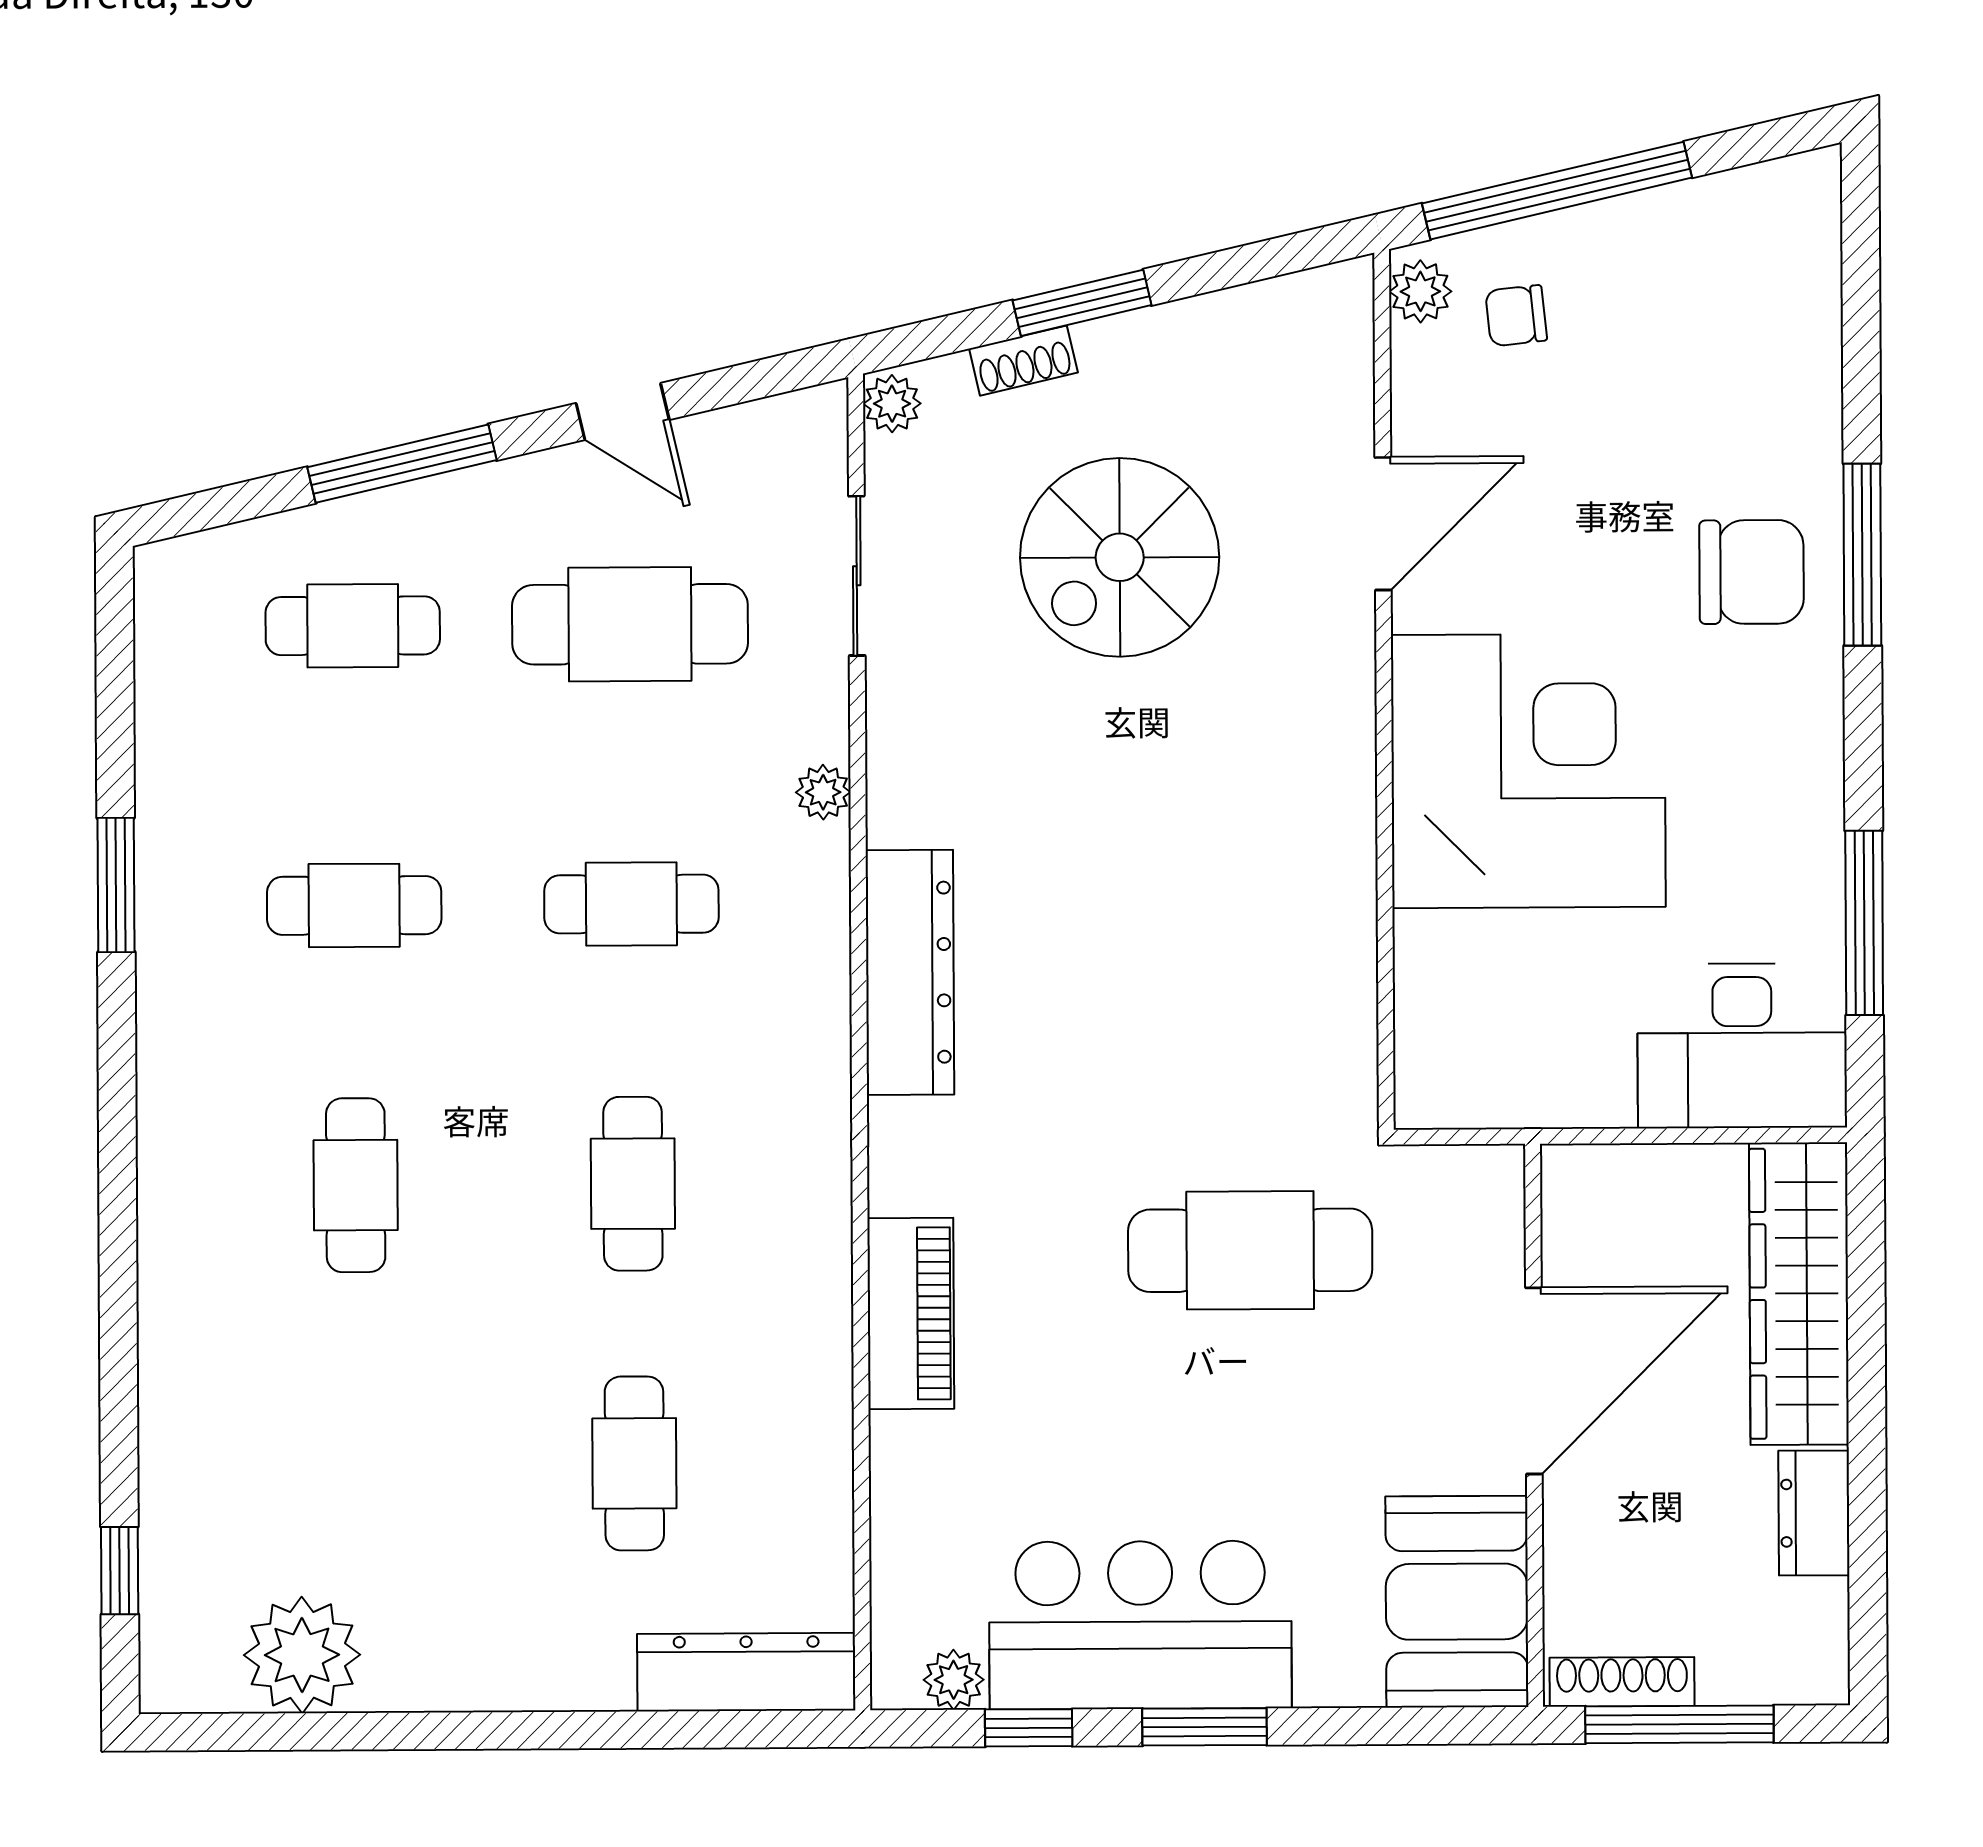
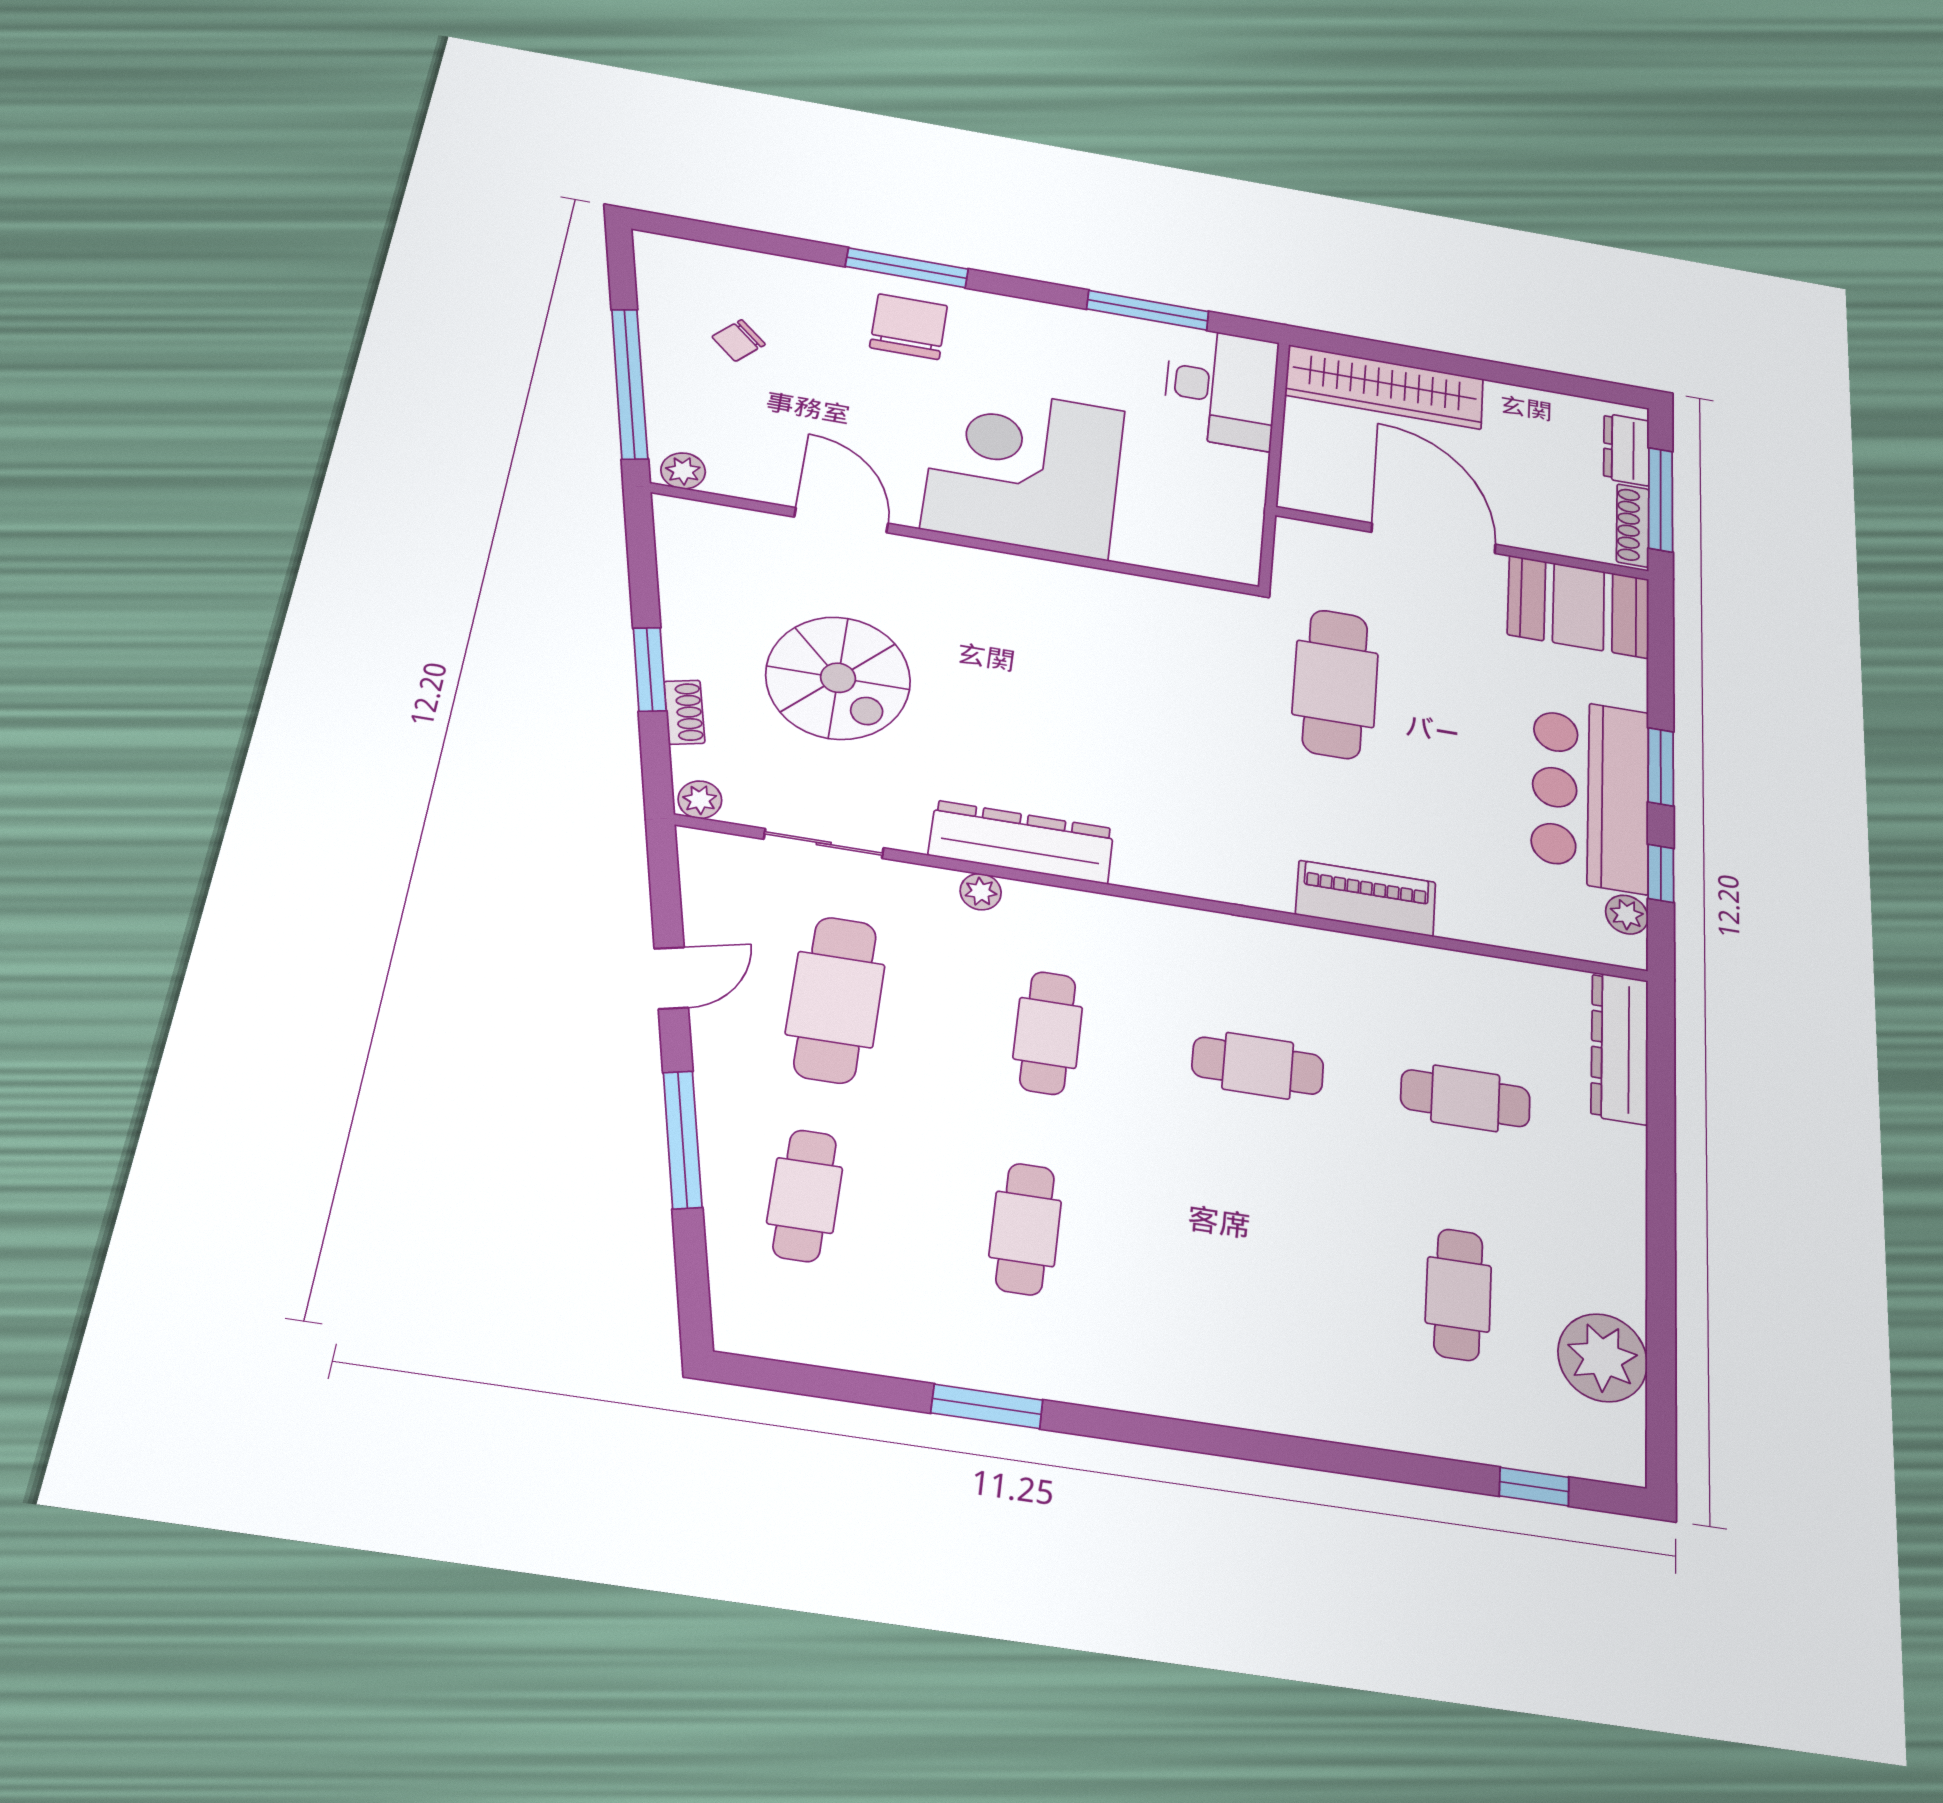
chair: (1516, 316) -> (739, 340), moved, turned 49
dresser: (910, 972) -> (1021, 842), moved
cafe table: (356, 1185) -> (1458, 1294), moved, turned 90
dresser: (1814, 1513) -> (1626, 449), moved, turned 90

